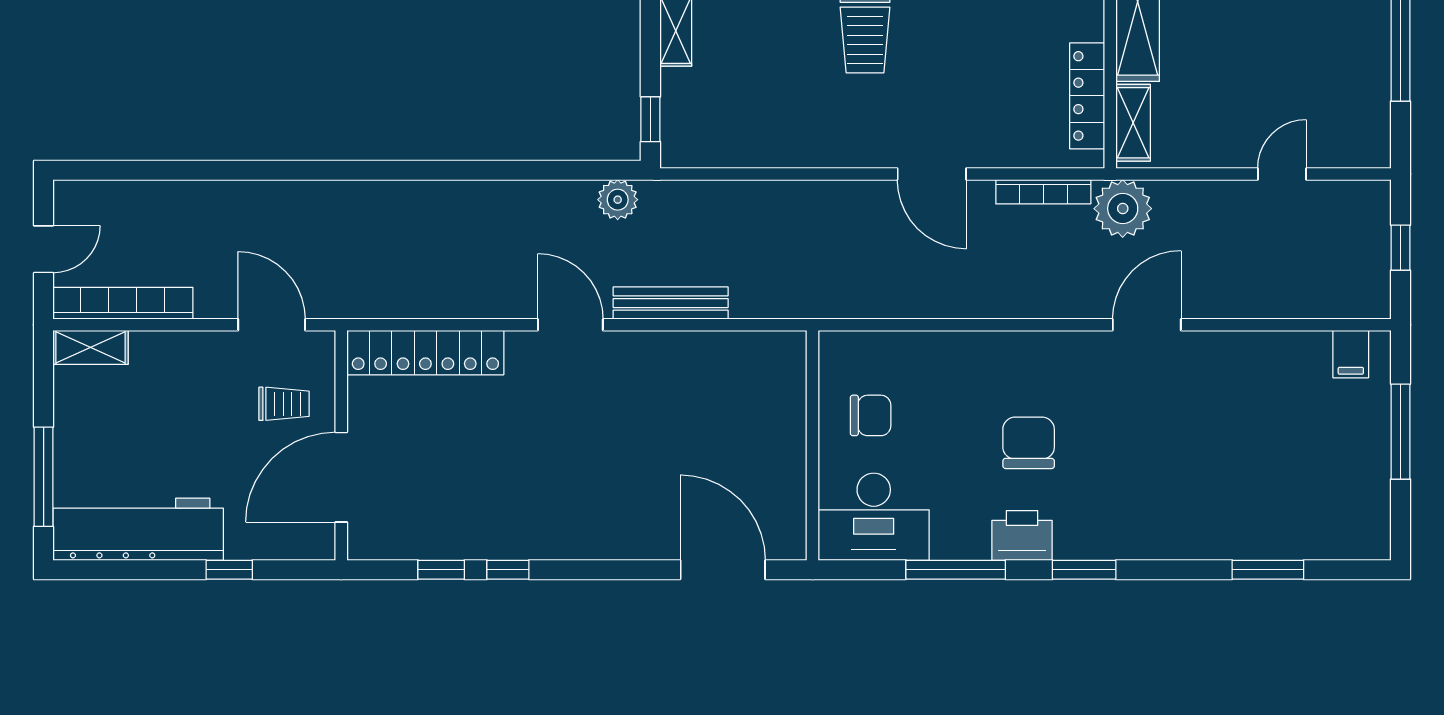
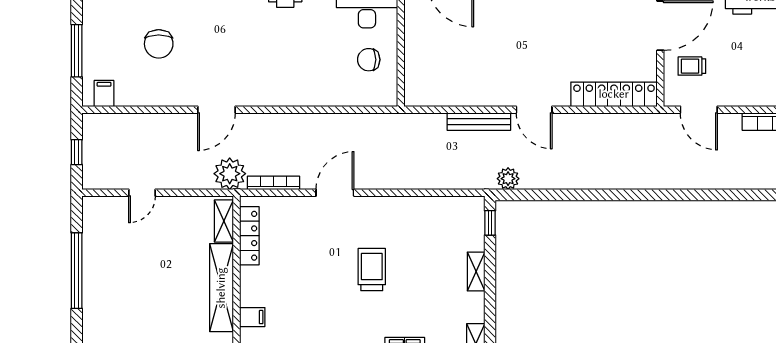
door: (932, 174) -> (335, 193), hinge flipped
chair: (1029, 443) -> (159, 44), moved

